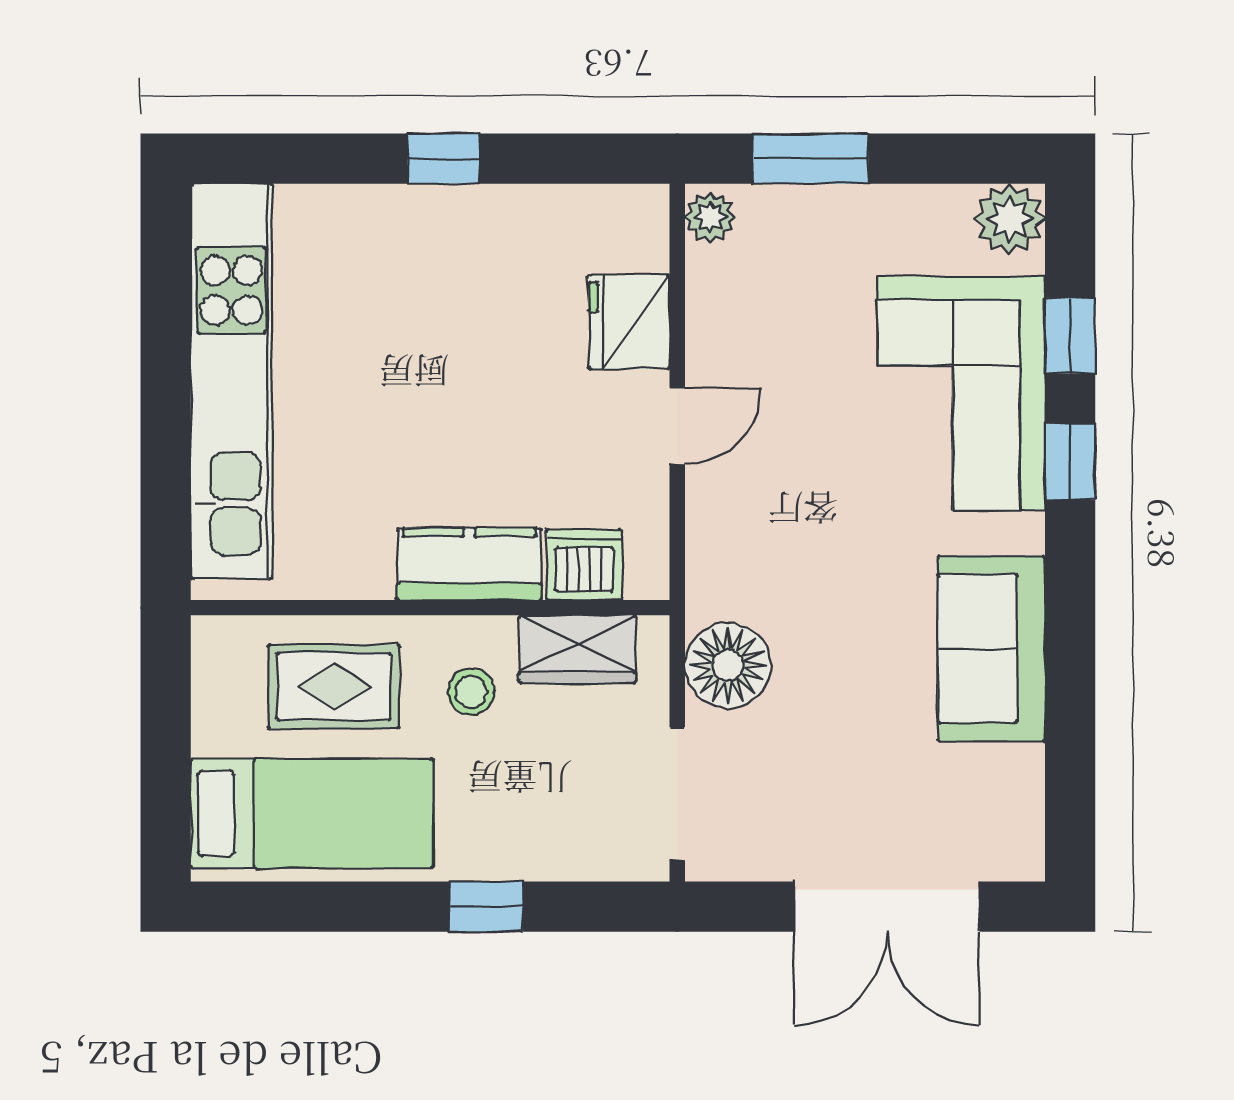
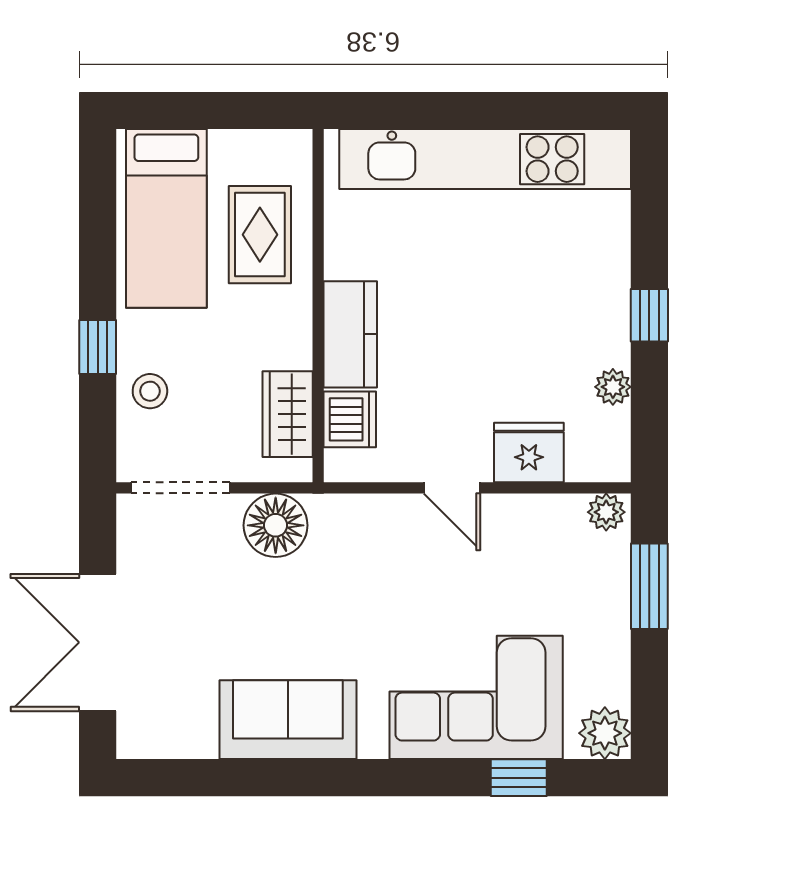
plant: (540, 208) -> (613, 387), added
window: (1070, 462) -> (426, 778), removed
stool: (471, 692) -> (150, 391), moved

